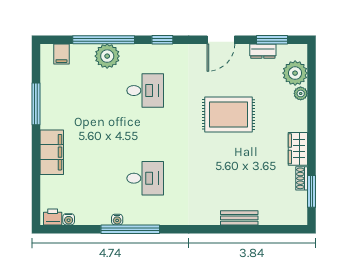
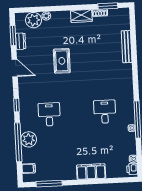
window: (36, 104) -> (49, 184), moved
rug: (229, 115) -> (62, 61), width x0.73, depth x0.70
bench: (239, 218) -> (127, 47), width x1.36

